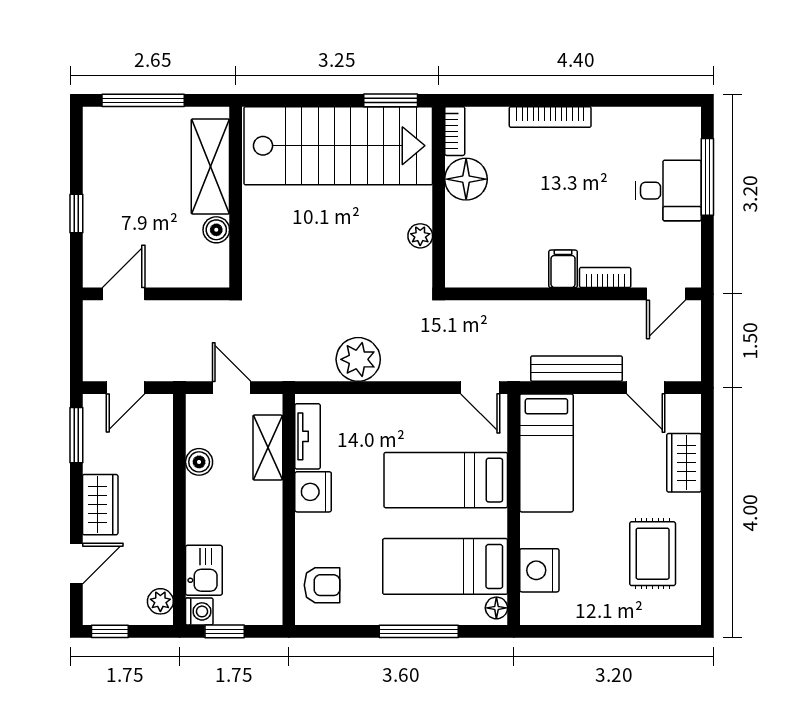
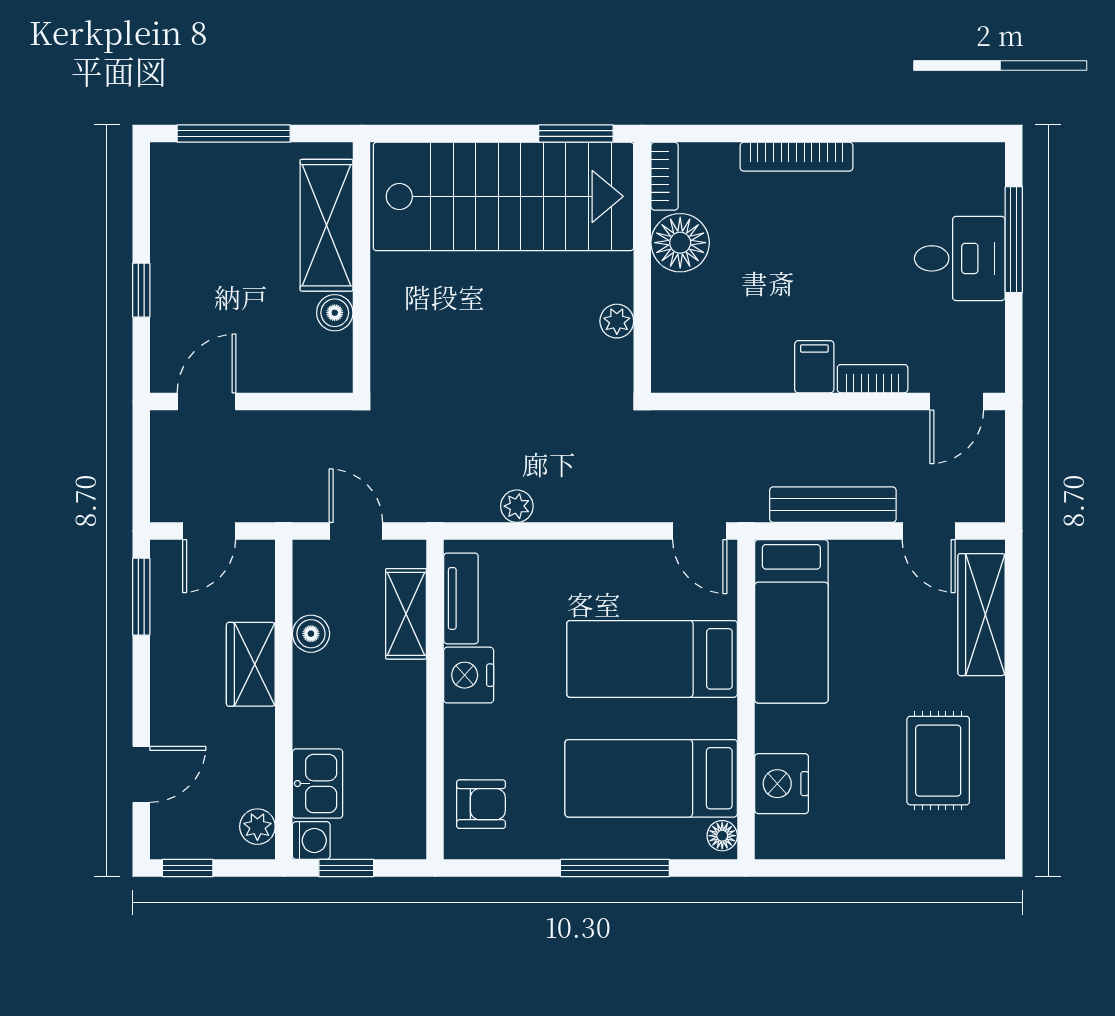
plant: (358, 359) -> (517, 506), width x0.53, depth x0.53
wardrobe: (684, 463) -> (982, 615), width x1.50
wardrobe: (100, 505) -> (251, 664), moved, turned 180

